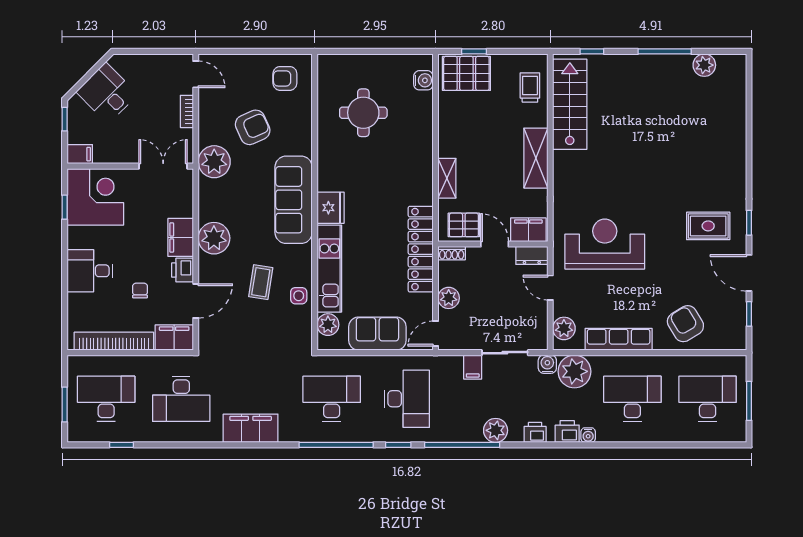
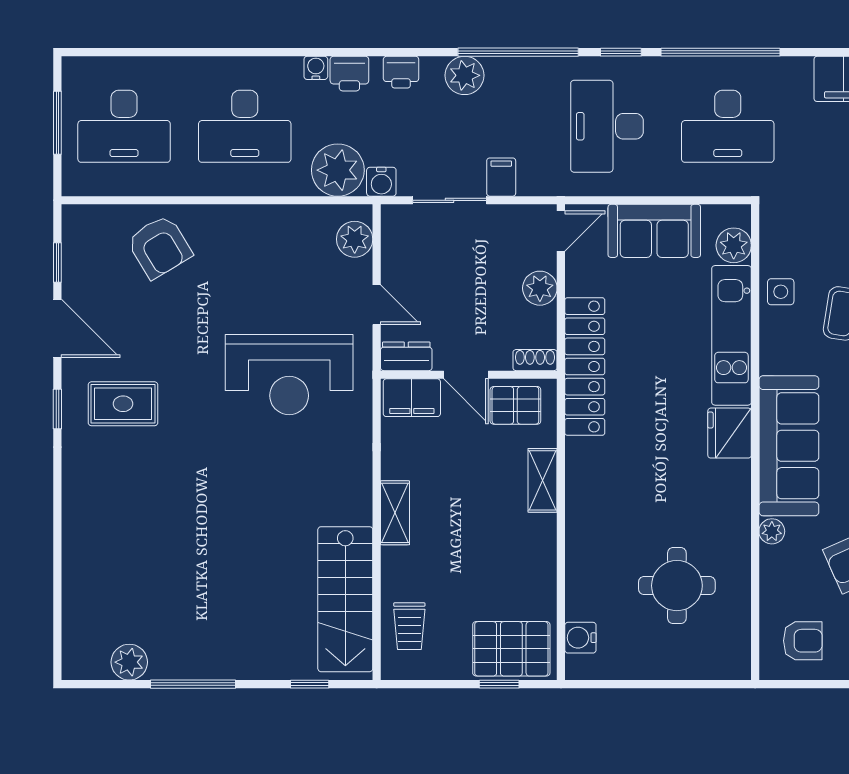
plant: (304, 147) -> (772, 531), added
shelving: (536, 158) -> (395, 513), width x0.67, depth x0.75
row of seats: (619, 339) -> (267, 222), removed

